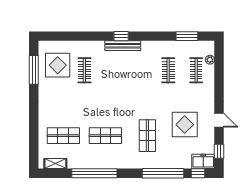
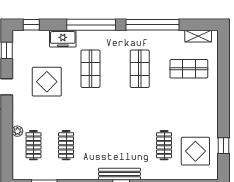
plant: (210, 60) -> (17, 131), moved
window: (34, 70) -> (223, 146), width x0.46
shop shelf: (105, 136) -> (140, 69), turned 90
freezer: (203, 161) -> (63, 39), moved
window: (163, 173) -> (91, 25), moved

